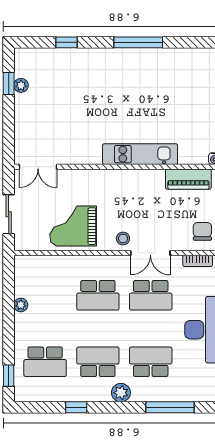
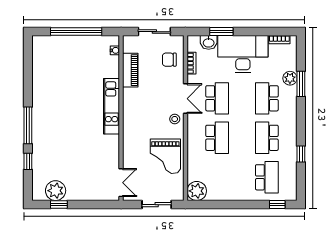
window: (138, 42) -> (28, 125), moved
plant: (21, 85) -> (56, 191), width x1.87, depth x1.87
plant: (21, 305) -> (197, 191), moved, width x1.88, depth x1.88
plant: (121, 393) -> (290, 78), moved
window: (170, 407) -> (301, 84), width x0.69

